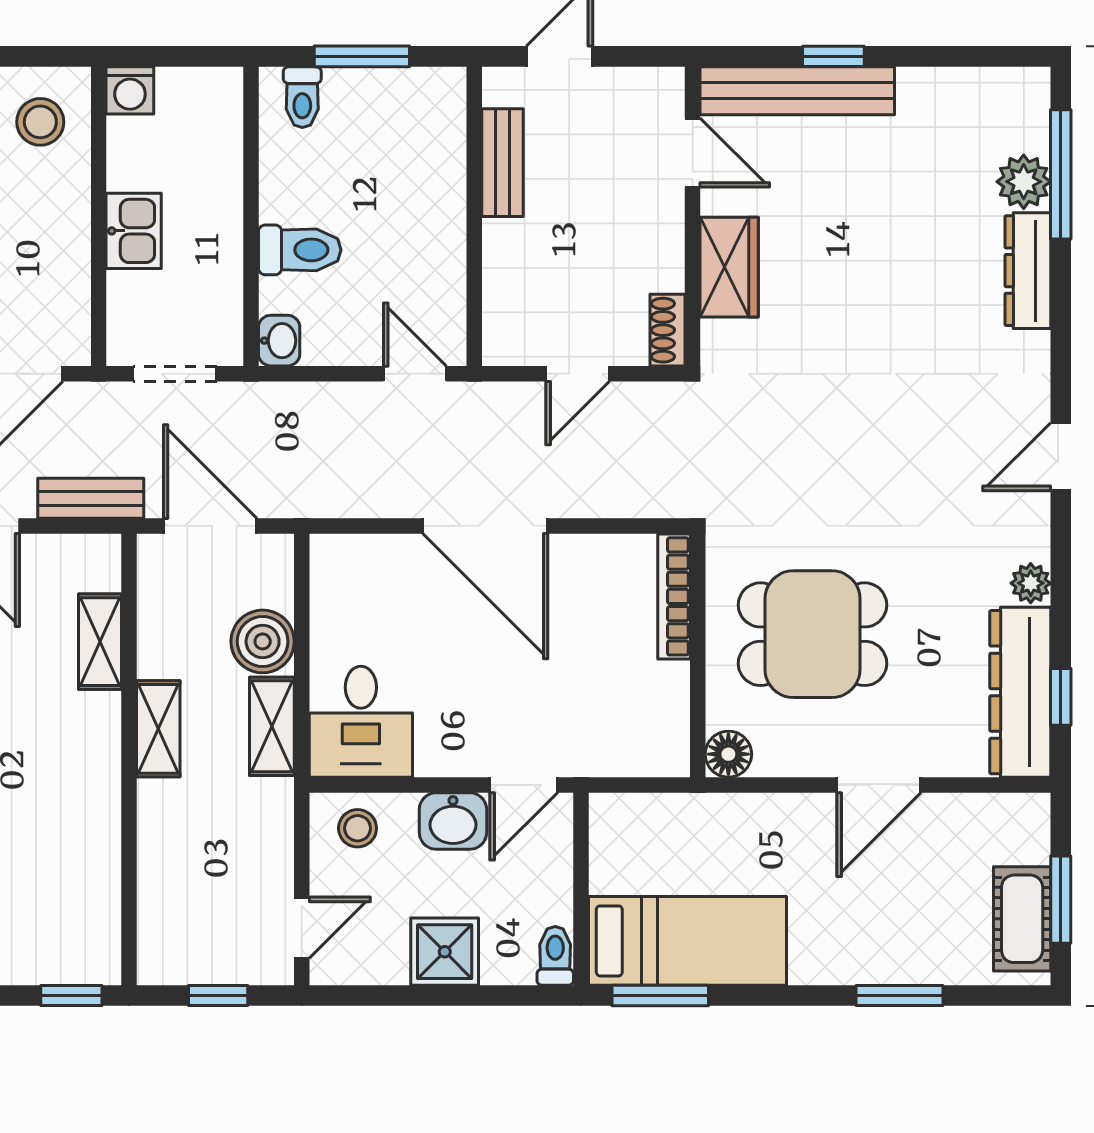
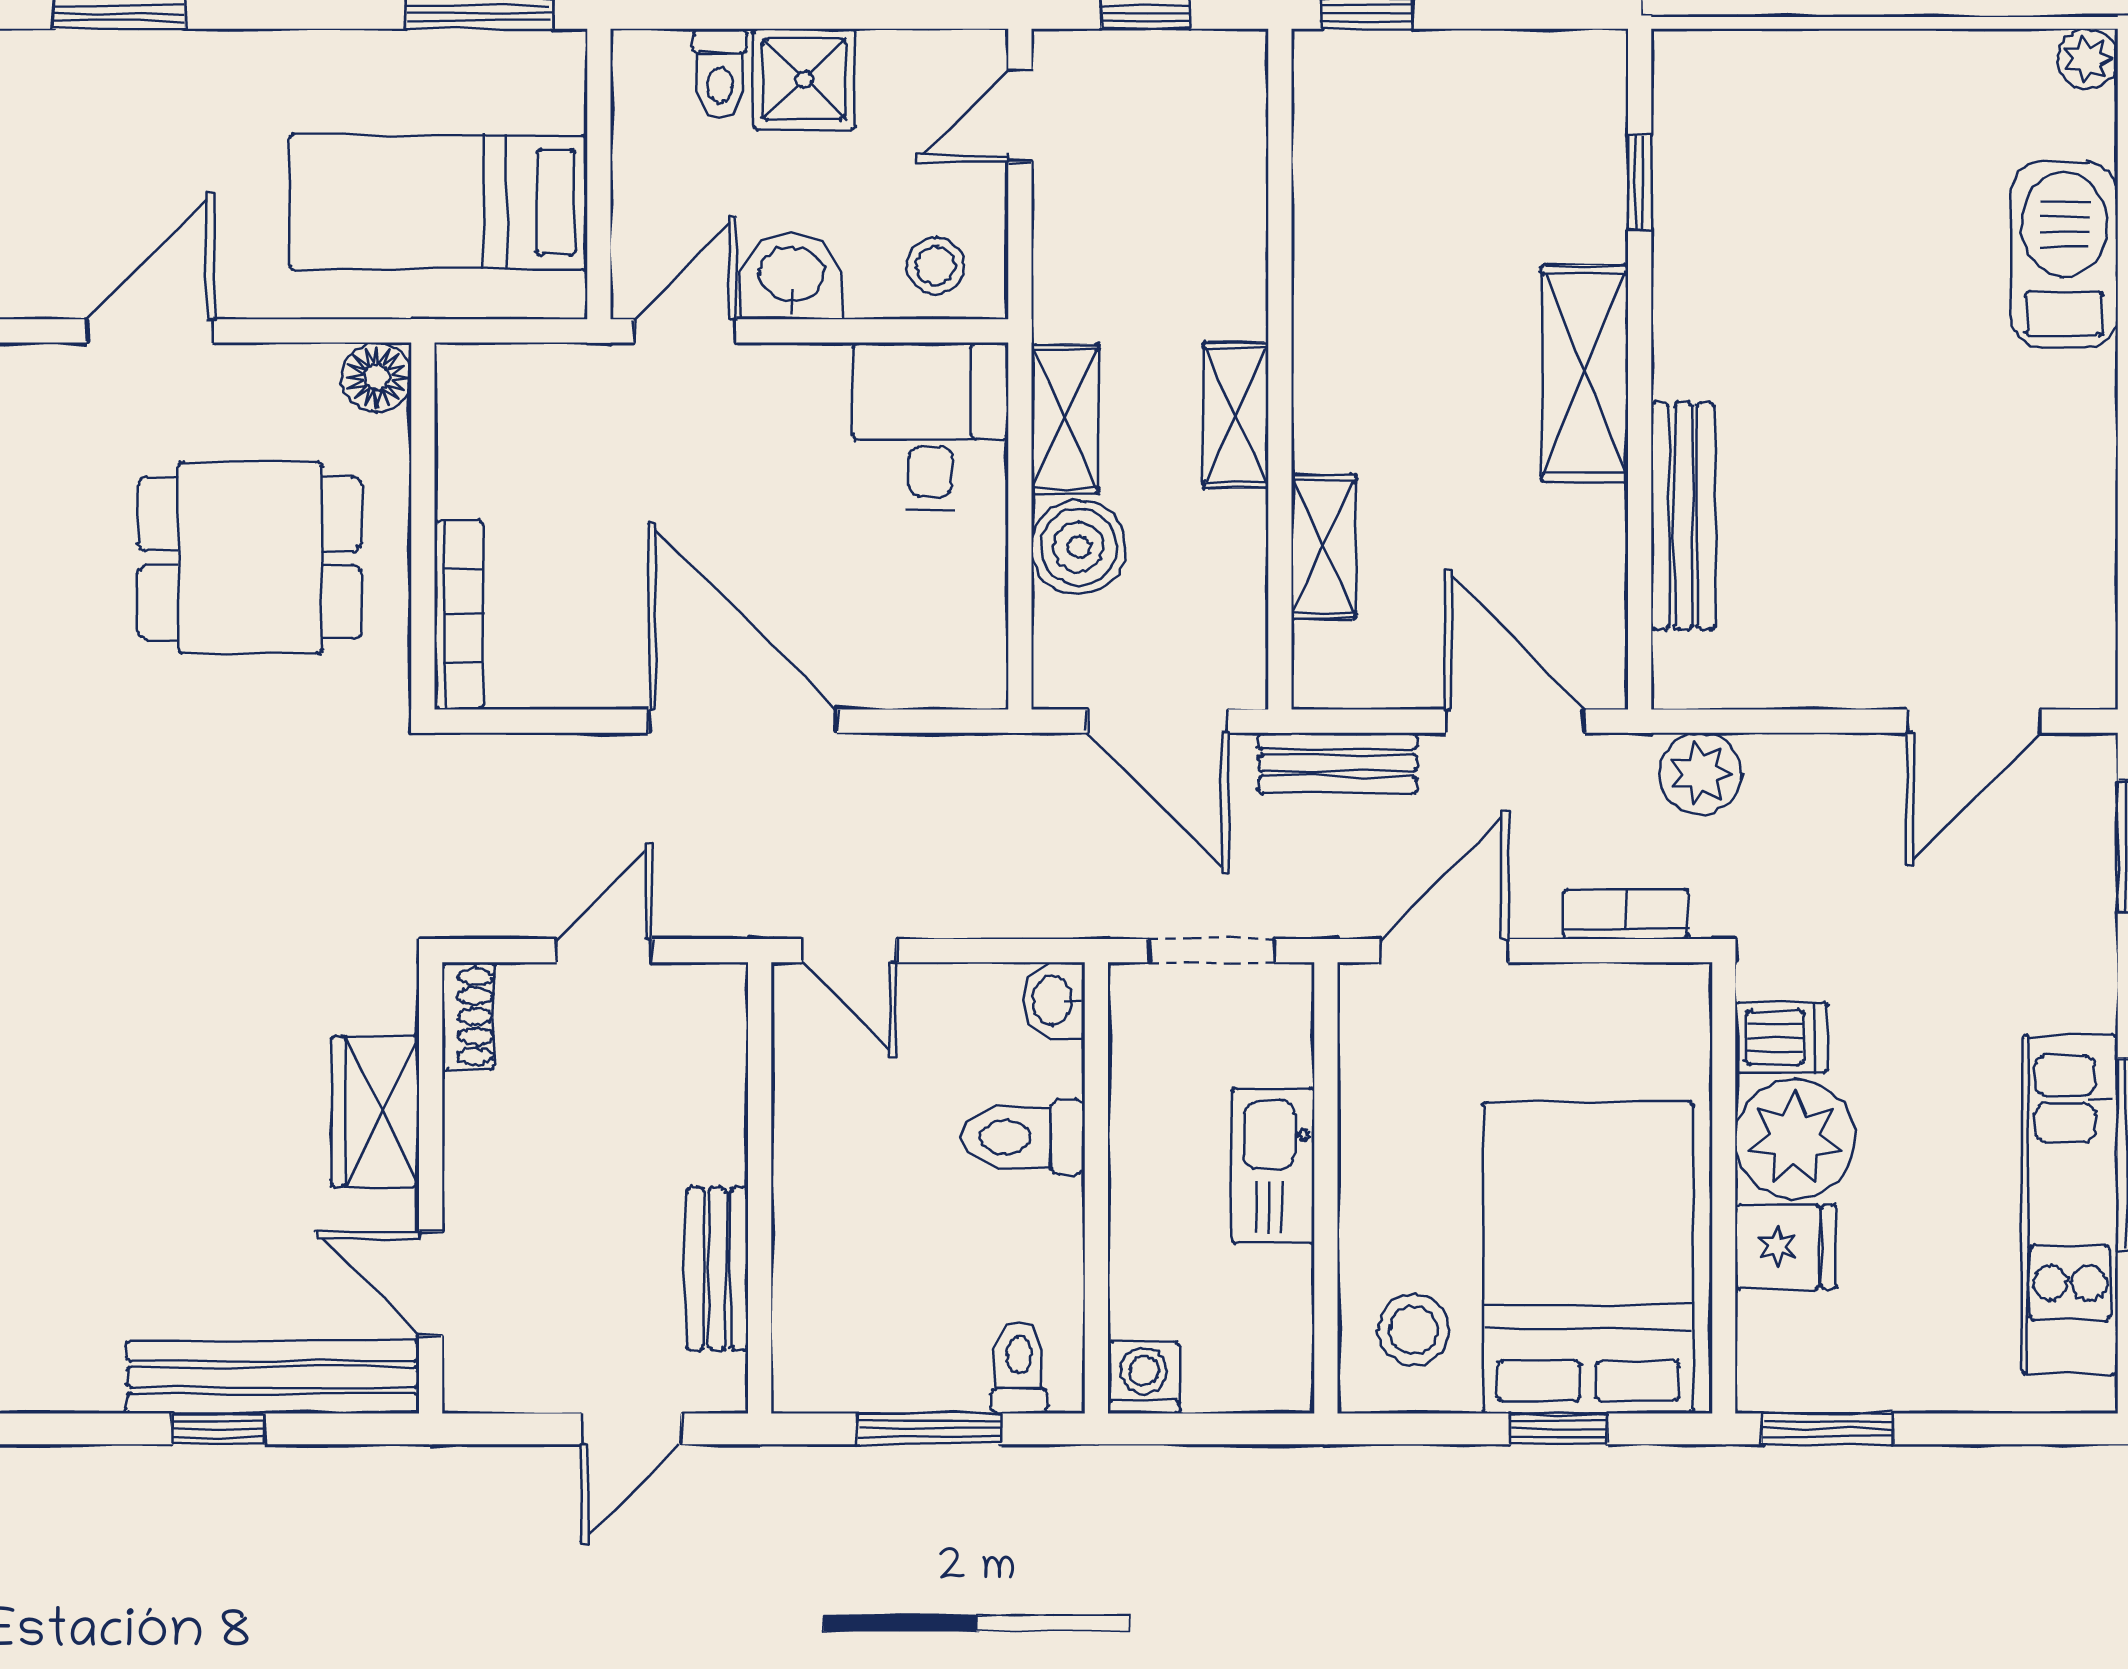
washing machine: (130, 90) -> (1144, 1378), moved
kitchen sink: (134, 231) -> (1273, 1166), width x1.38
bed: (687, 941) -> (438, 202), moved
toilet: (555, 956) -> (720, 73), moved

